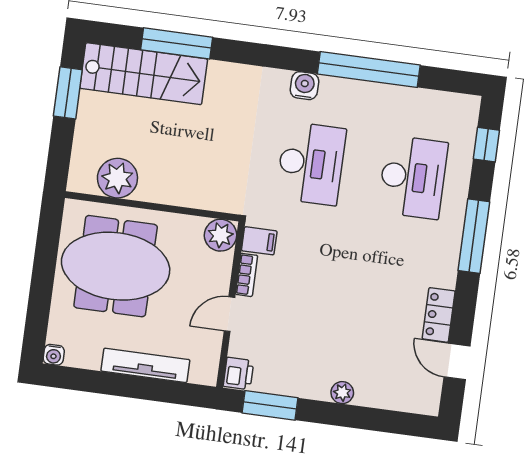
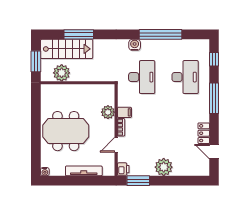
plant: (117, 178) -> (62, 73), moved
wall: (152, 206) -> (78, 83), moved
plant: (342, 393) -> (164, 167), width x1.88, depth x1.88

